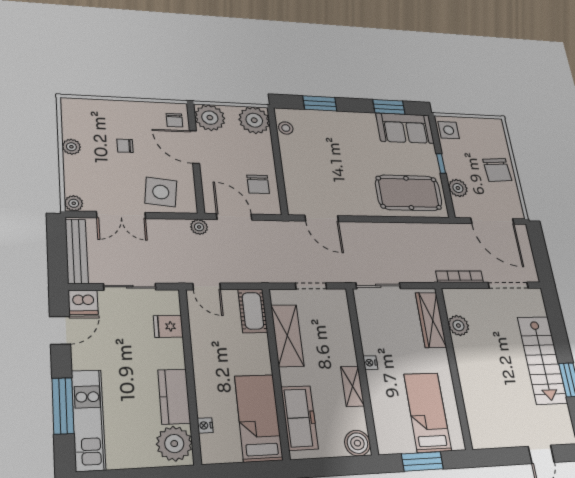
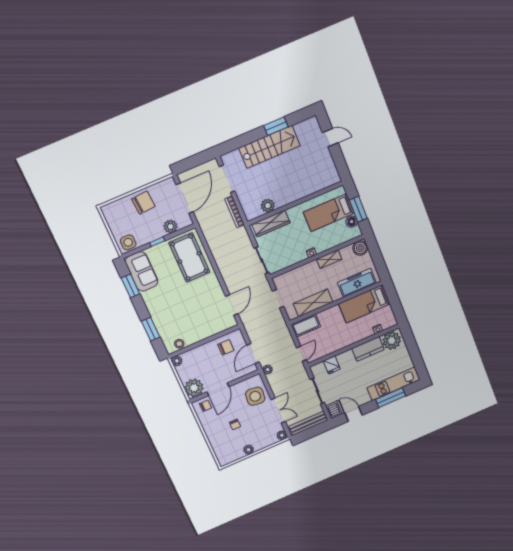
plant: (254, 120) -> (177, 361), width x0.53, depth x0.53
floor lamp: (405, 444) -> (352, 222), added

